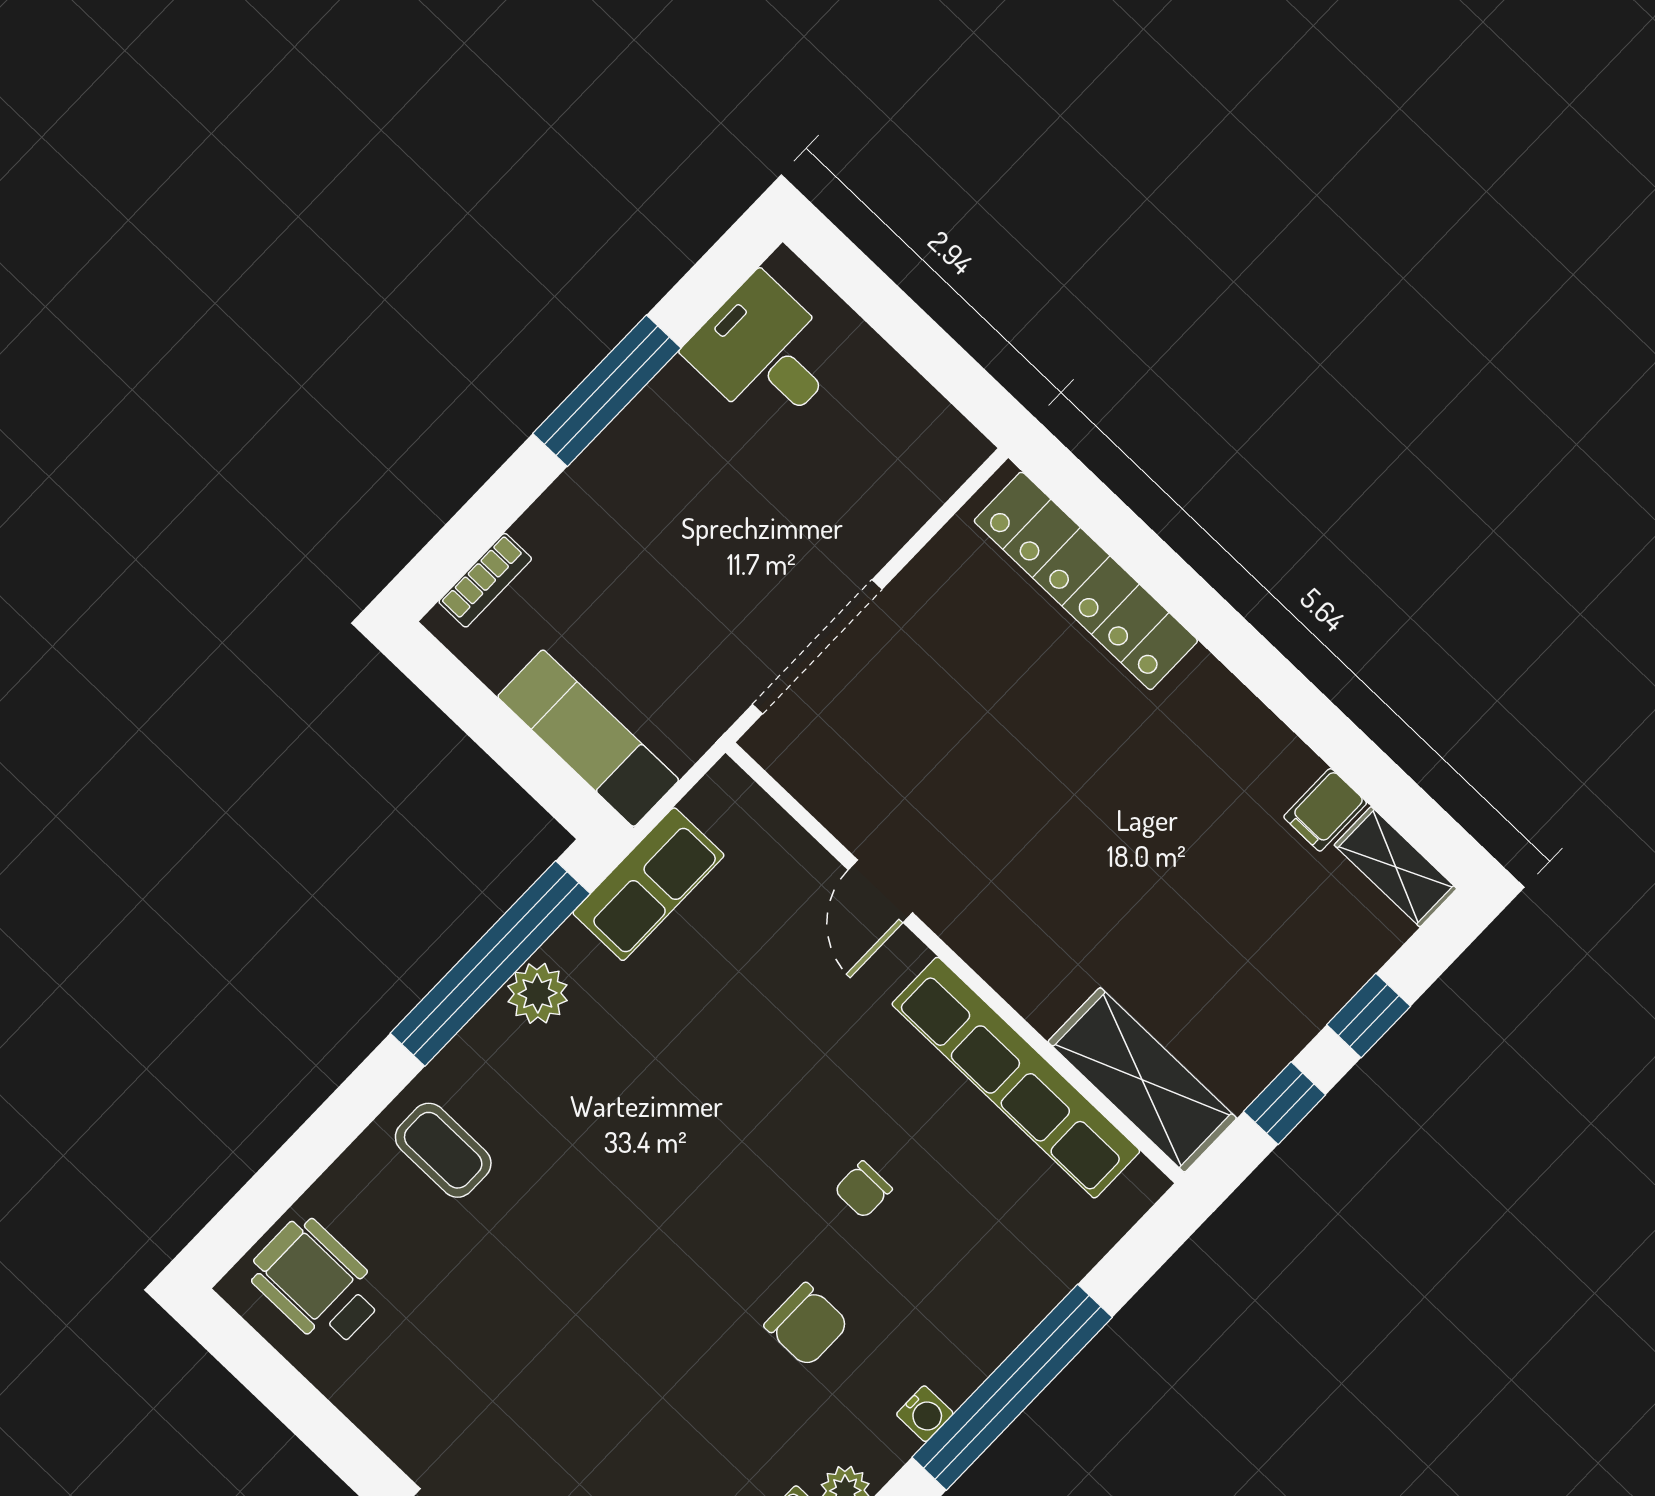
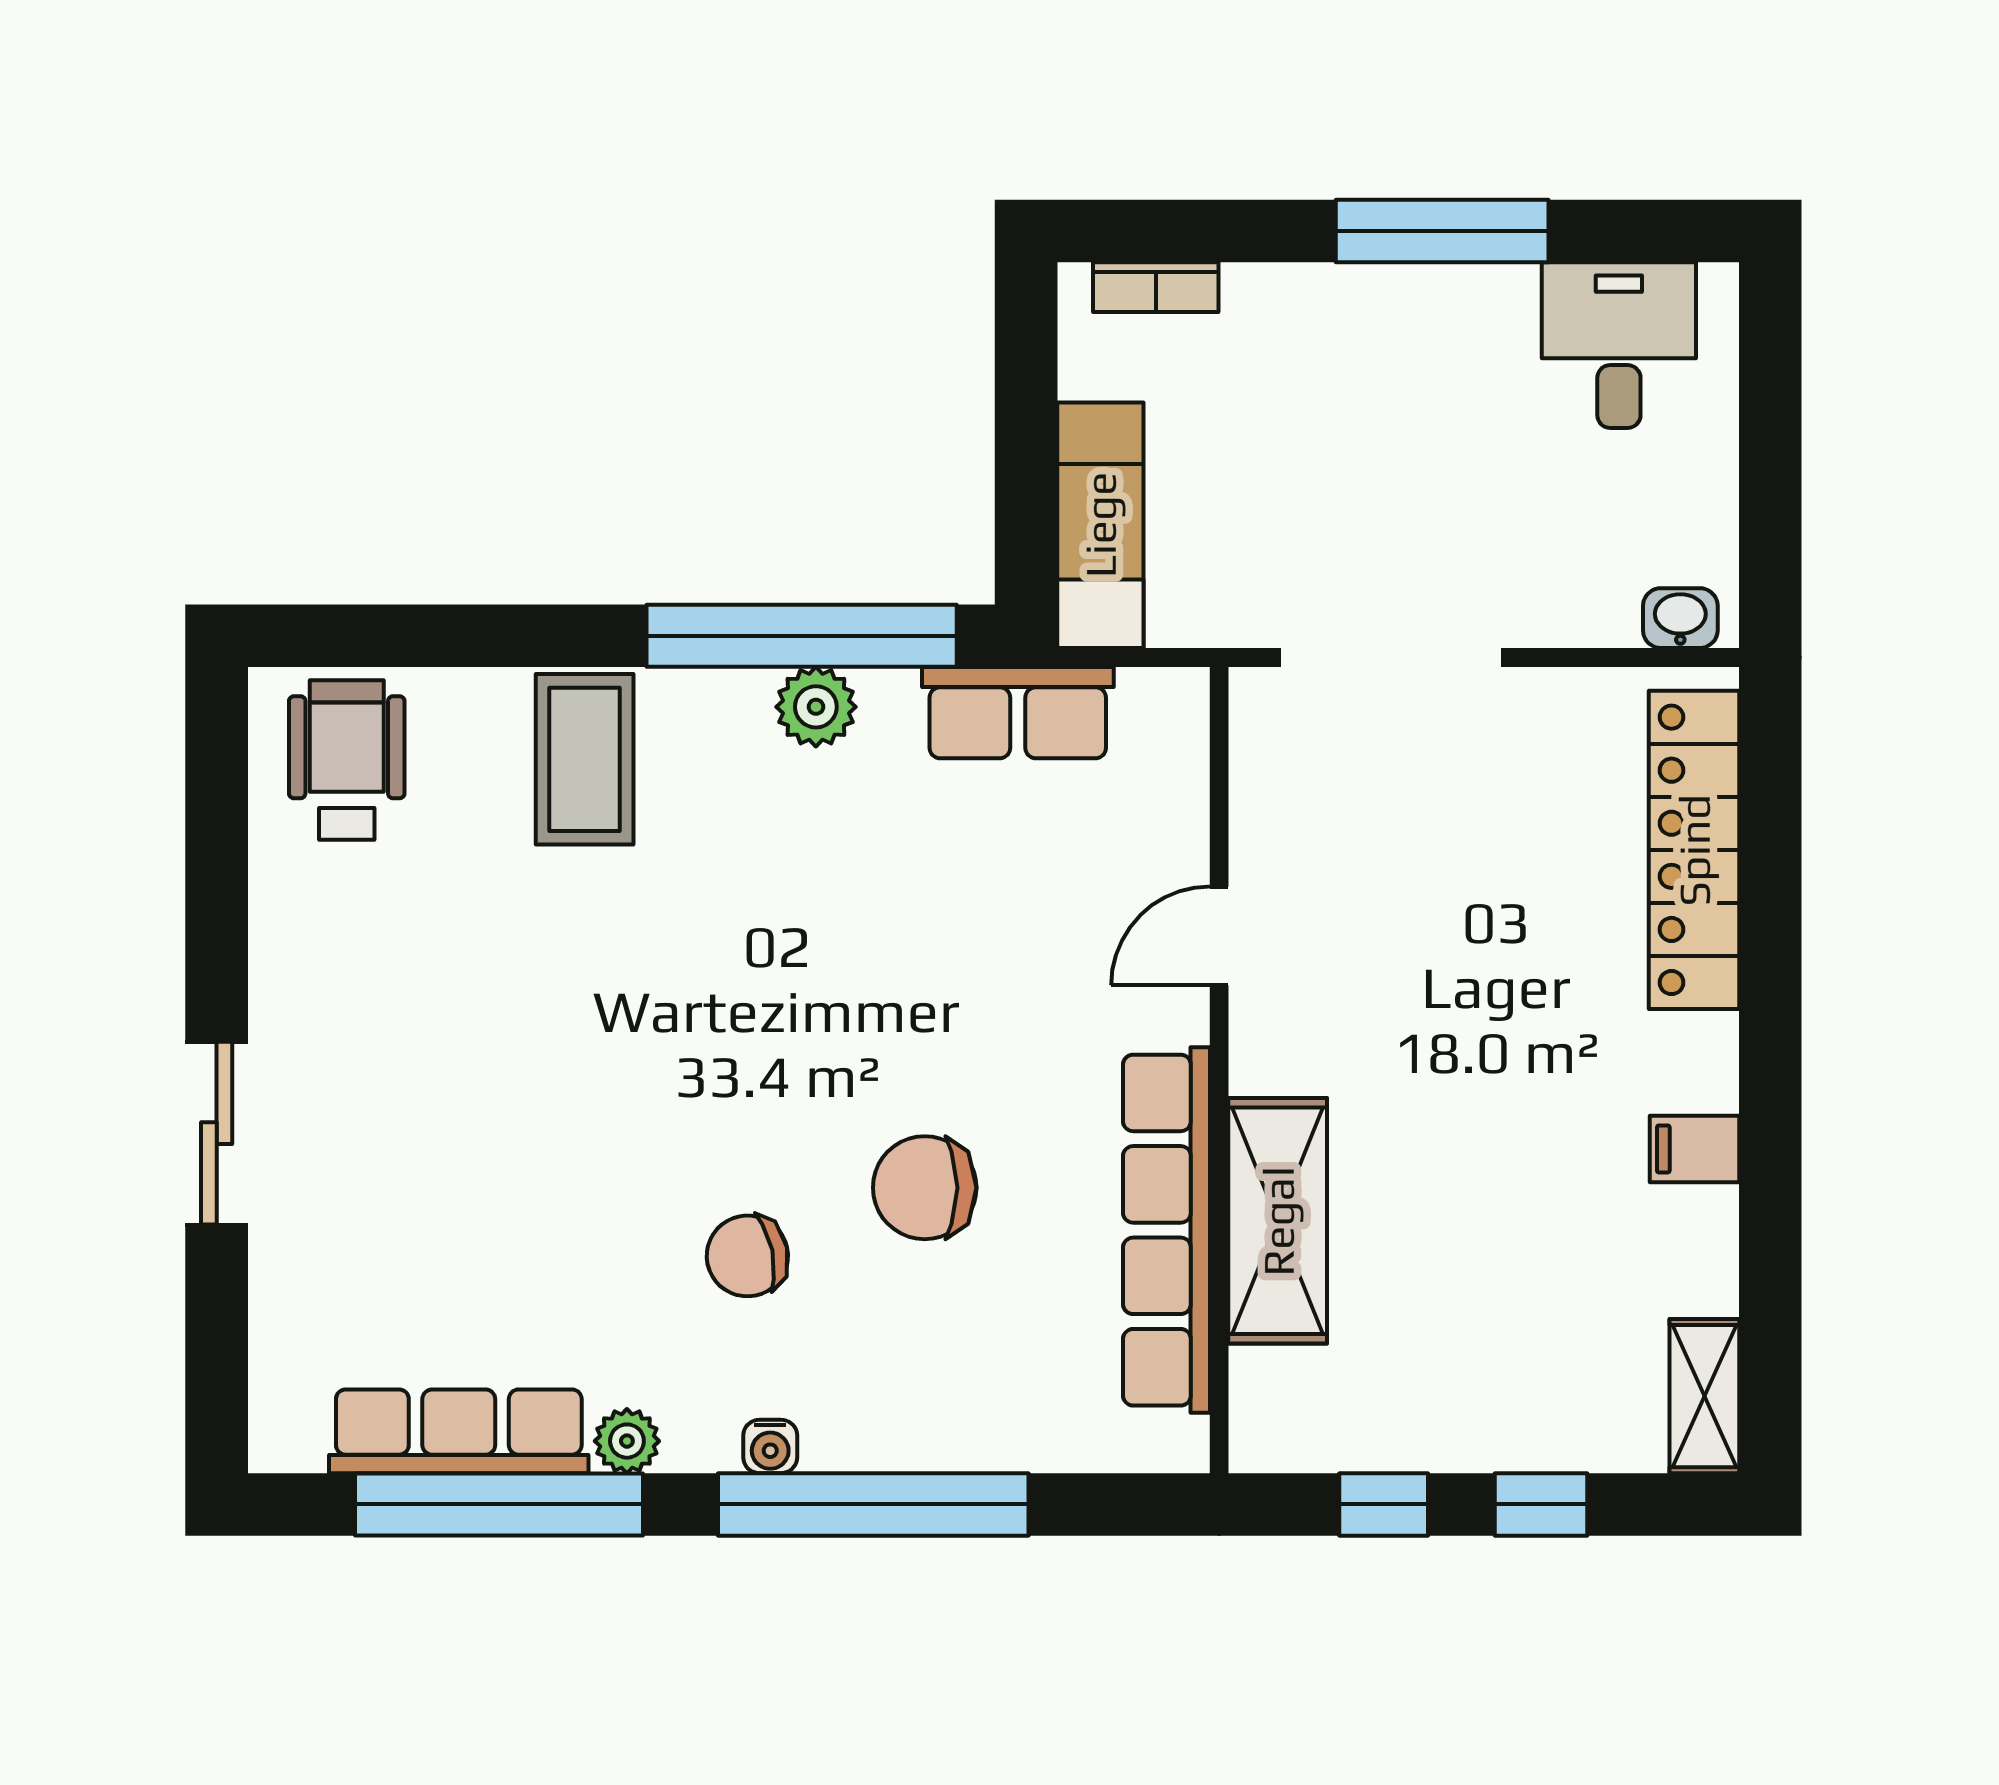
washbasin: (950, 465) -> (1680, 618), added
filing cabinet: (1325, 810) -> (1695, 1149), moved
shelving: (1142, 1080) -> (1278, 1221), moved
coffee table: (443, 1150) -> (585, 759), width x1.36, depth x1.30
chair: (863, 1190) -> (925, 1188), width x1.87, depth x1.87
chair: (807, 1325) -> (747, 1256), turned 78

